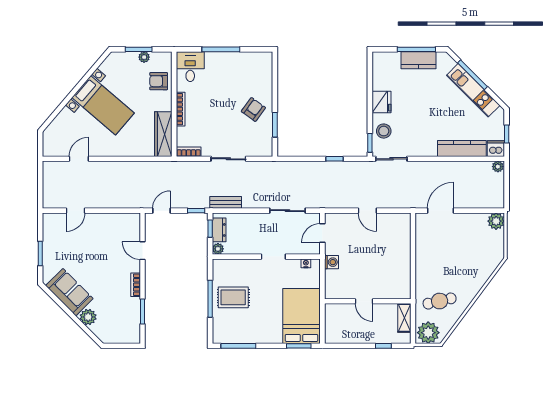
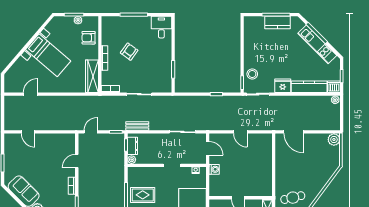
desk: (190, 67) -> (161, 27), moved
fridge: (381, 102) -> (283, 86), moved, turned -90
armchair: (253, 110) -> (129, 52), moved
door: (76, 211) -> (28, 132), hinge flipped
door: (440, 211) -> (293, 132), swing flipped
door: (322, 233) -> (208, 148), swing flipped
door: (142, 251) -> (77, 161), hinge flipped

